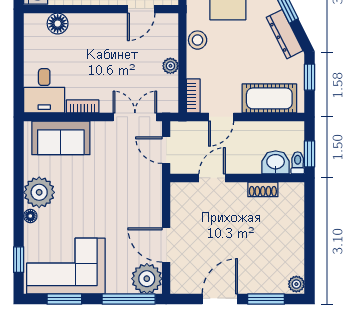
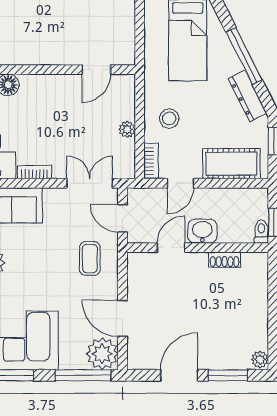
stool: (198, 40) -> (169, 118), moved
washbasin: (276, 162) -> (202, 231), moved
coffee table: (135, 188) -> (90, 259), added

